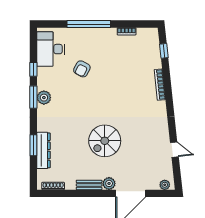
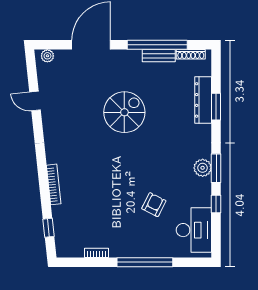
plant: (109, 183) -> (119, 57), removed
bench: (89, 185) -> (159, 56), moved
window: (79, 193) -> (157, 45), added

